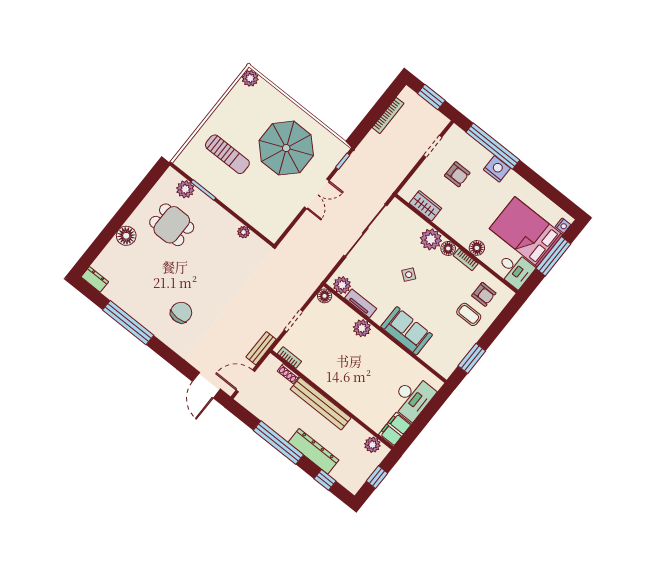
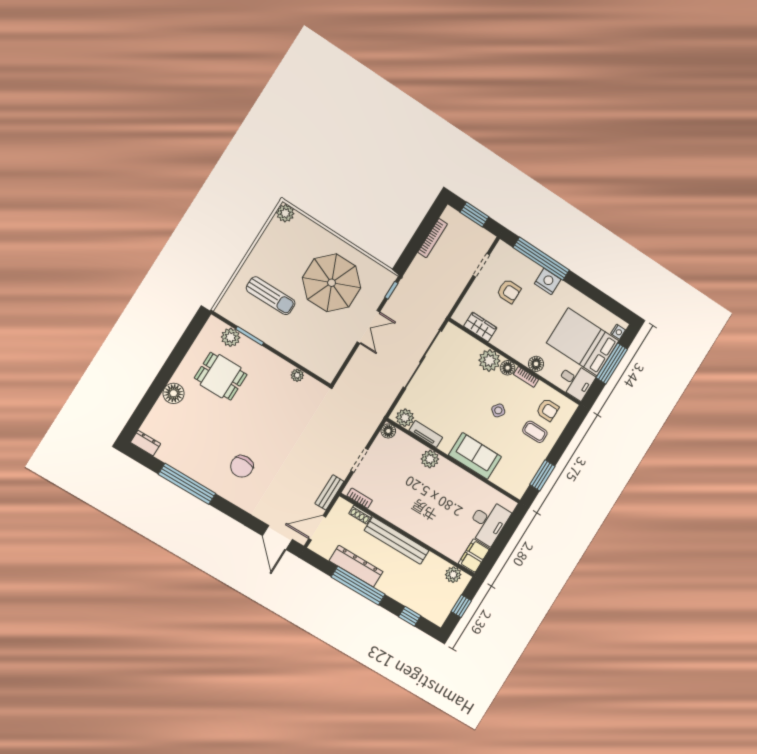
side table: (409, 275) -> (498, 410), moved
chair: (181, 313) -> (242, 466), turned 180
dresser: (313, 451) -> (356, 566), moved

